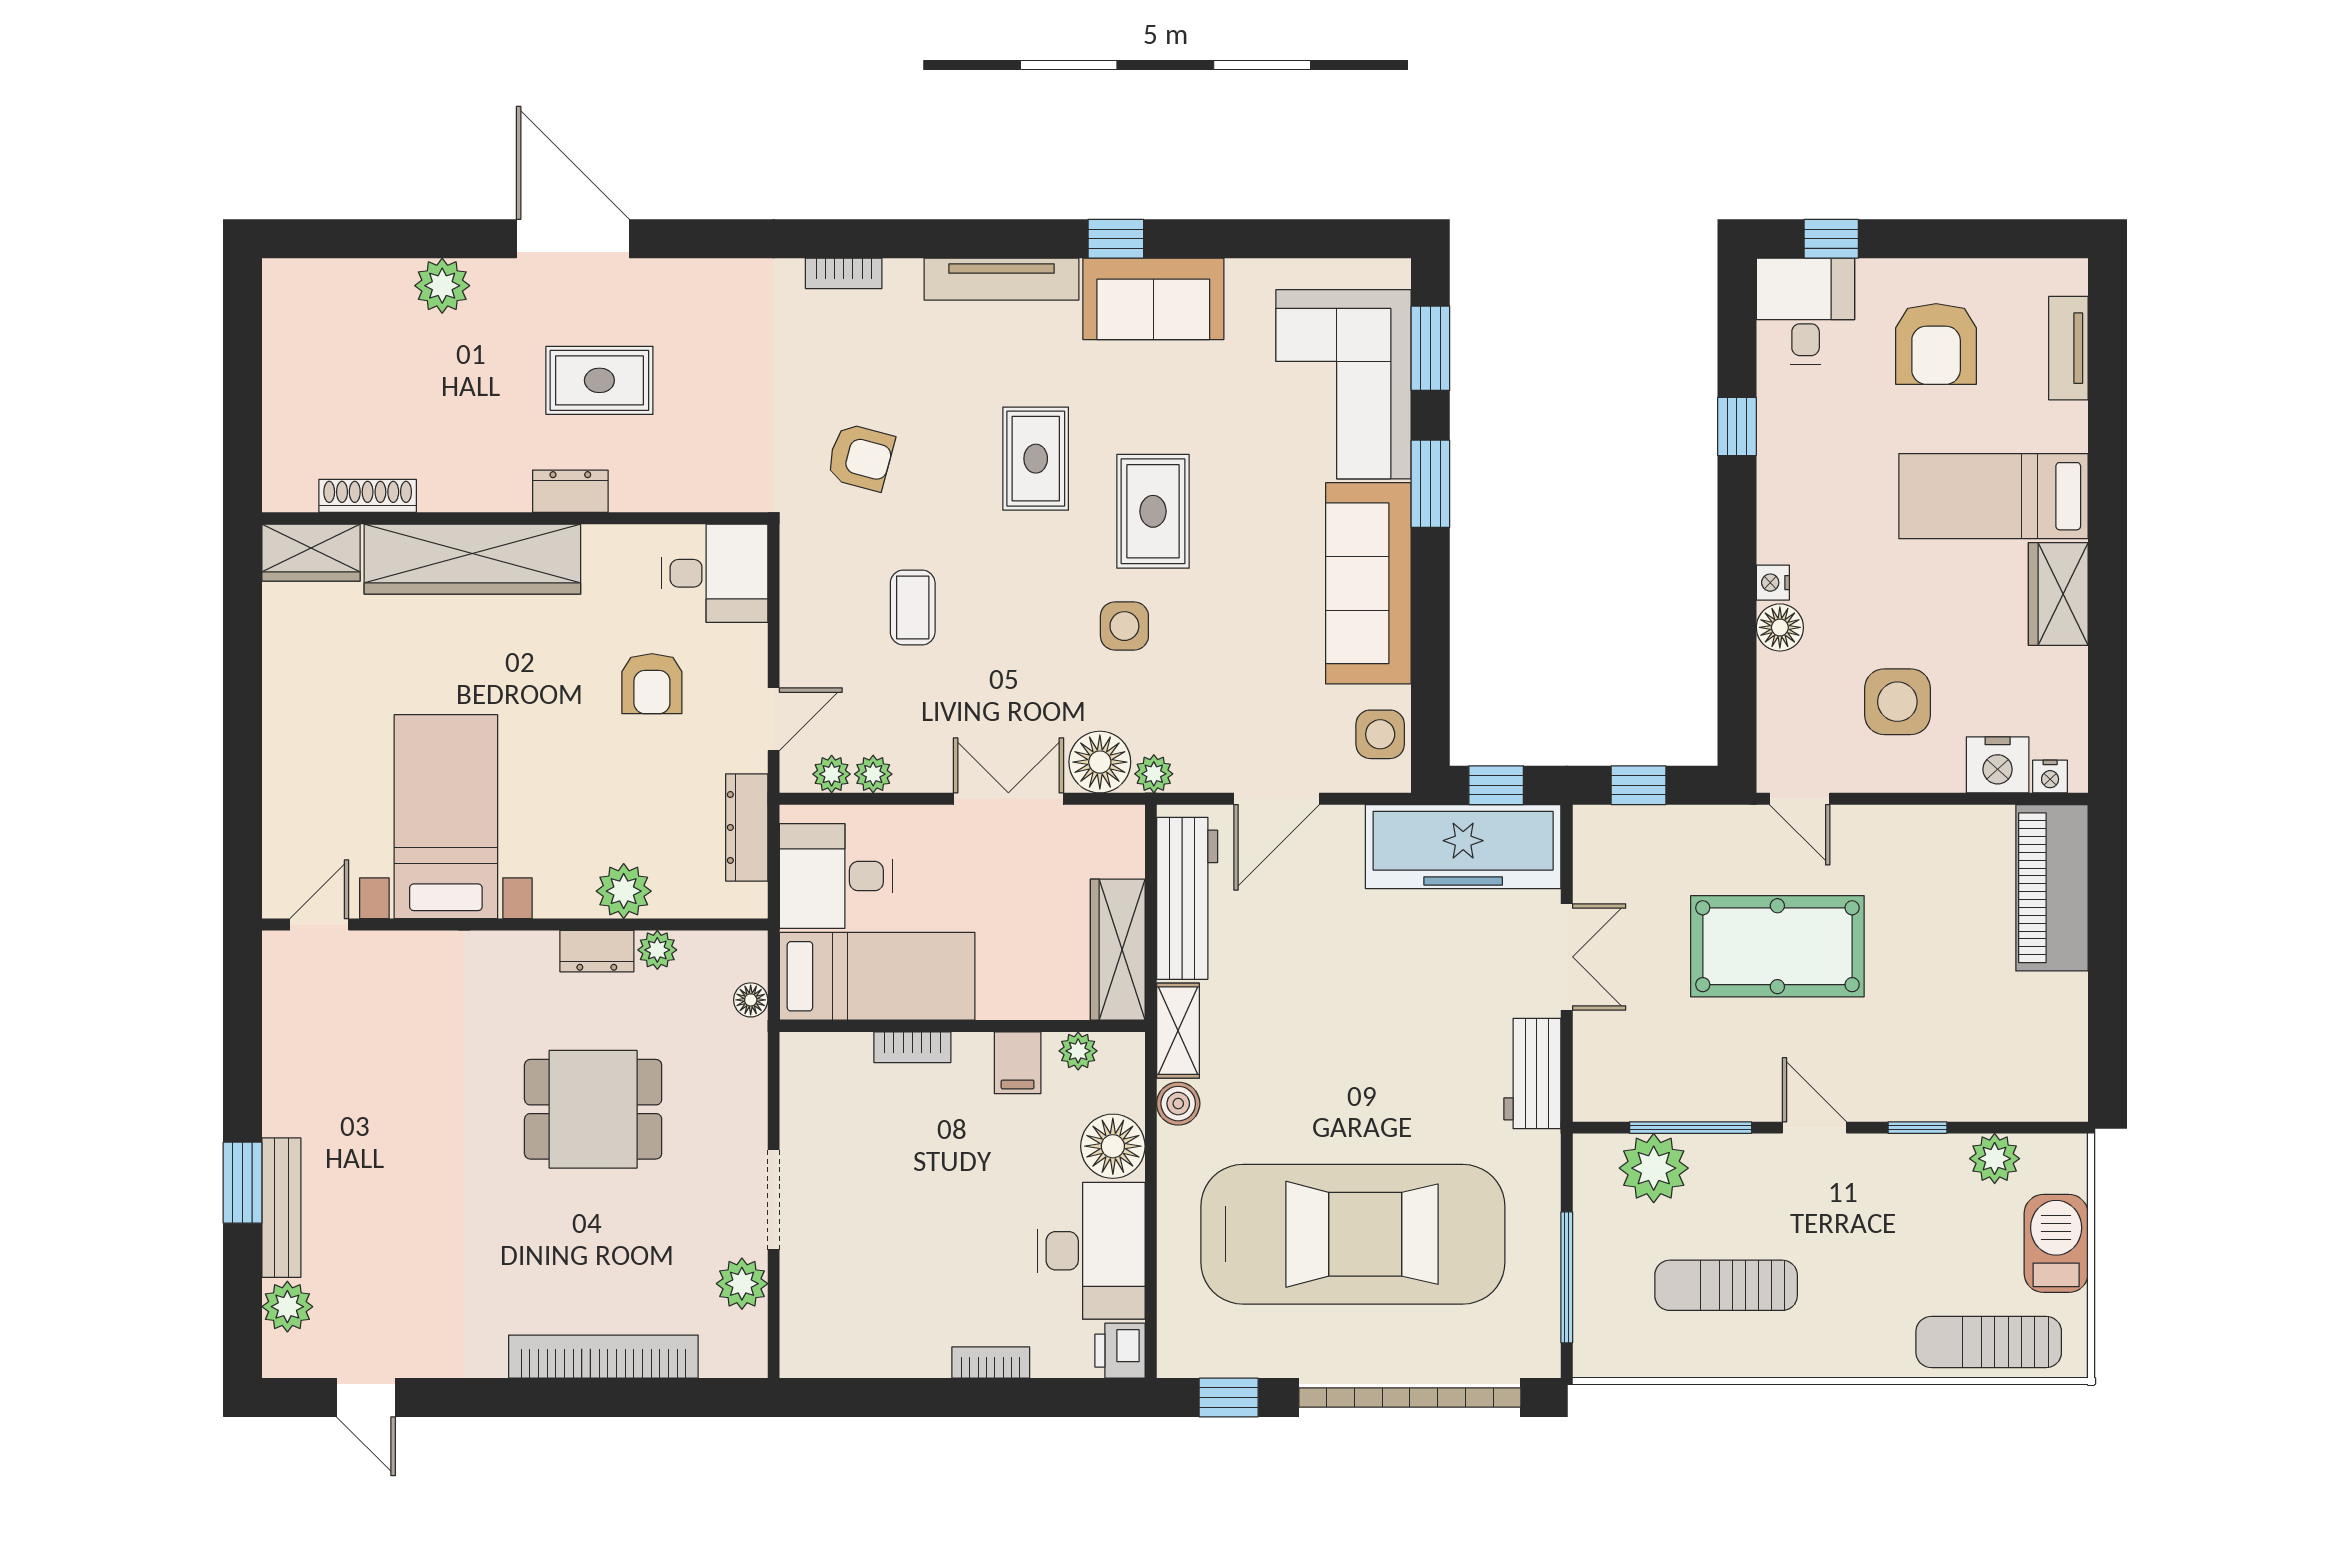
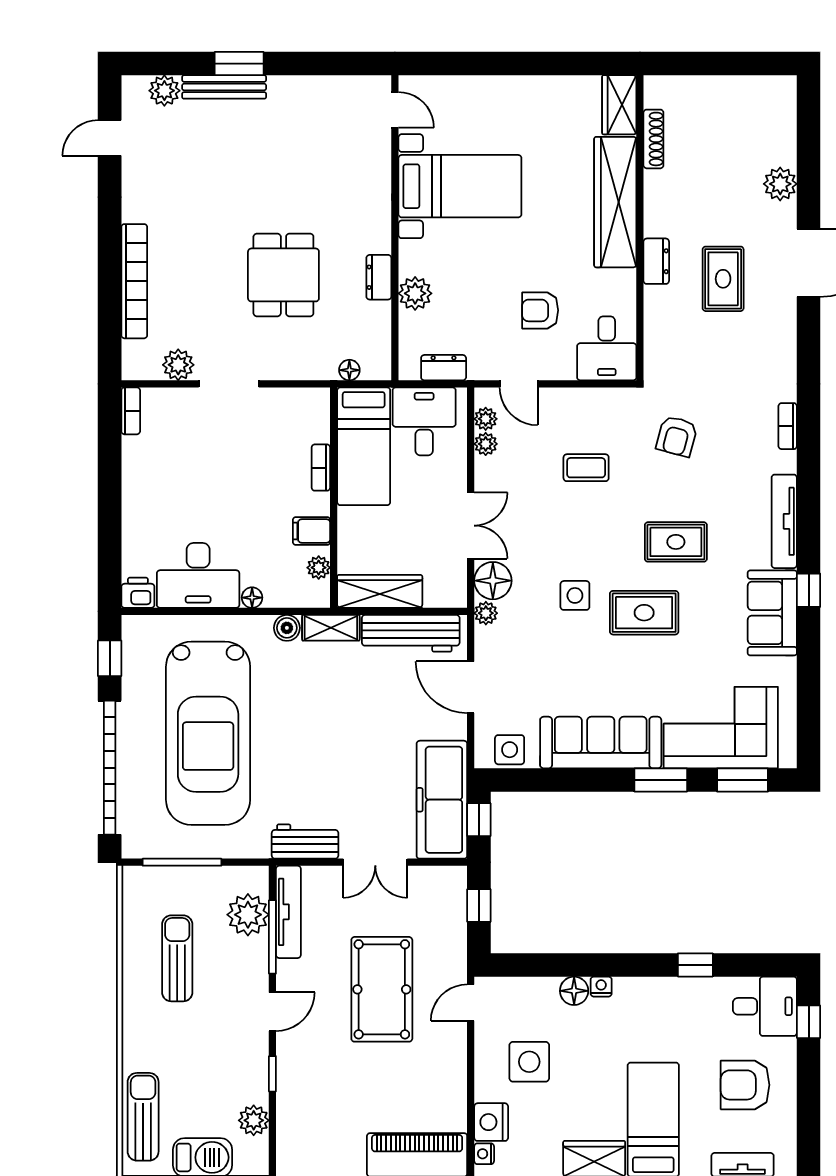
dresser: (747, 827) -> (444, 368), width x0.70
plant: (657, 950) -> (380, 314), removed
tv unit: (1649, 1101) -> (288, 912), added
floor lamp: (1113, 1146) -> (252, 598), width x0.53, depth x0.53
bookcase: (991, 1363) -> (131, 411), moved

